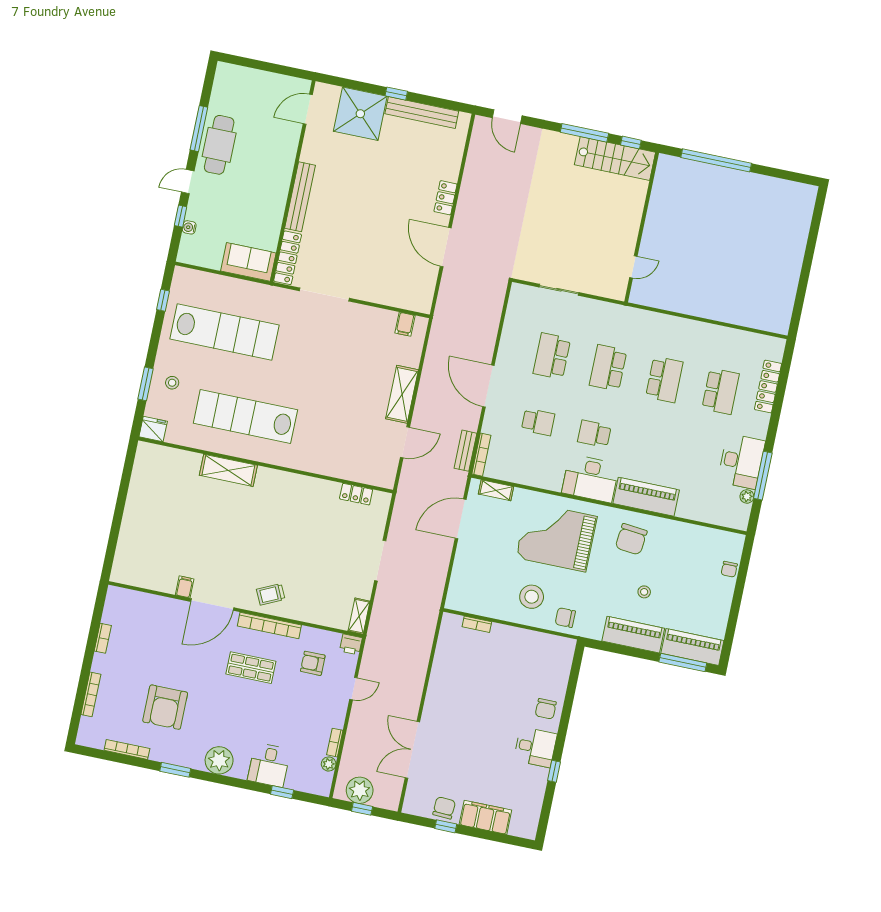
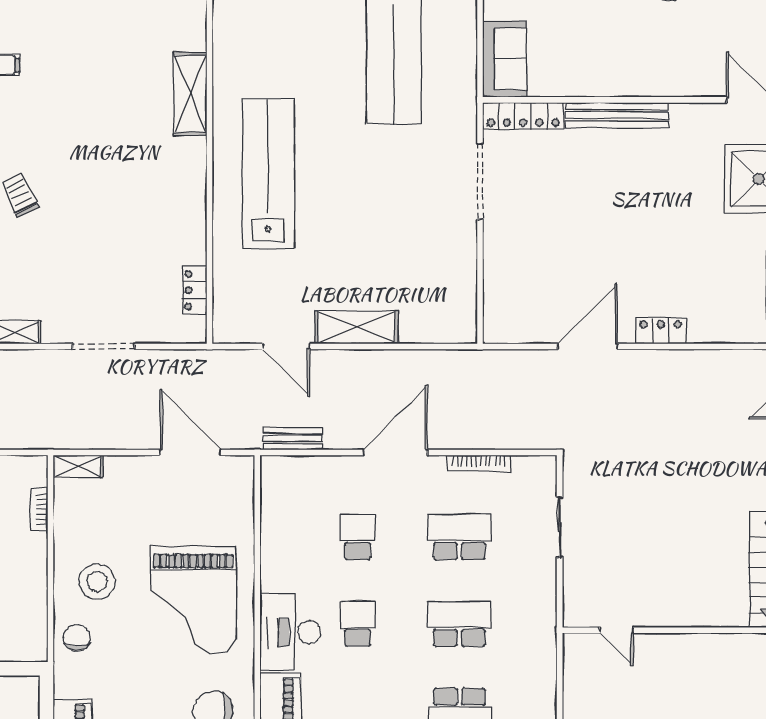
filing cabinet: (405, 324) -> (461, 310), removed
lab bench: (245, 417) -> (268, 174), moved
school desk: (538, 422) -> (358, 537), turned 180
bookcase: (481, 455) -> (479, 463), moved
shelving: (496, 490) -> (78, 466), moved, turned 90
grand piano: (557, 537) -> (193, 600), turned 180

